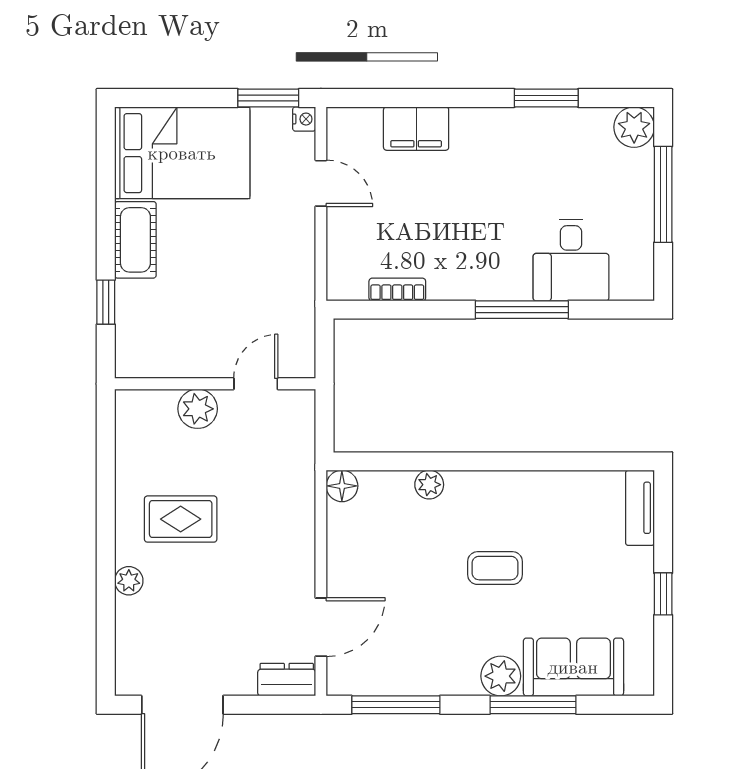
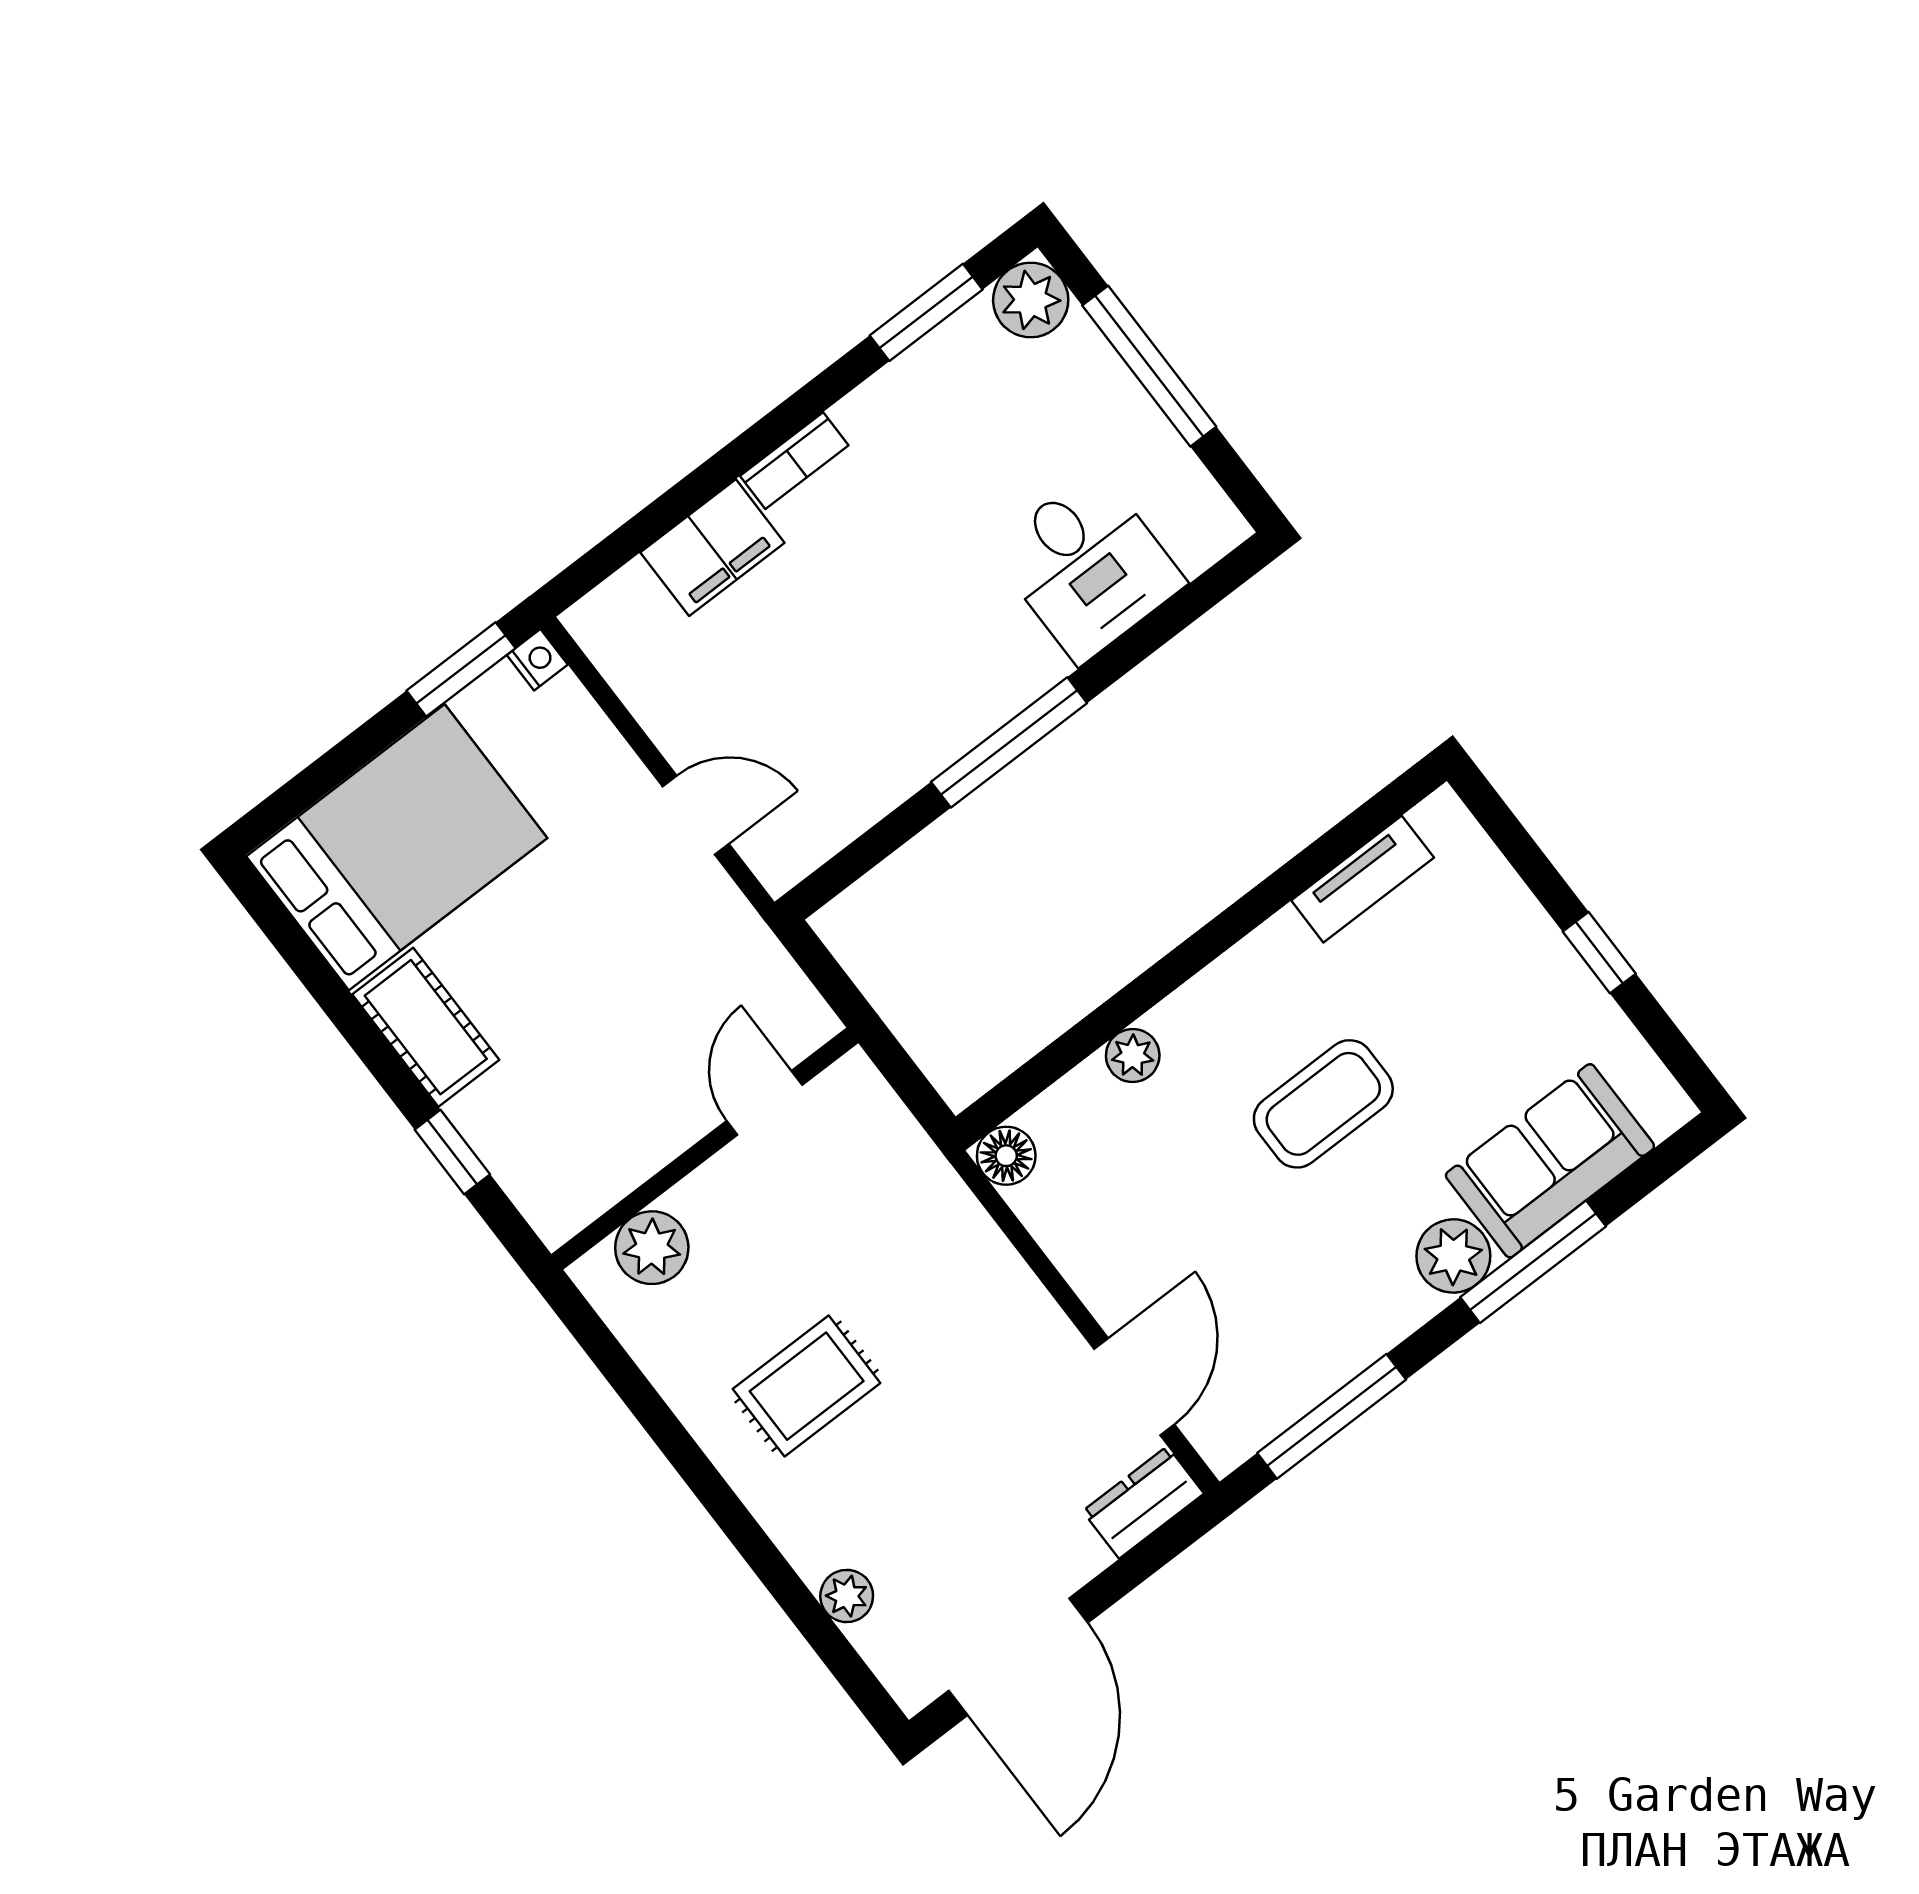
window: (546, 98) -> (926, 312), moved
door: (321, 183) -> (696, 815), moved
bookcase: (397, 290) -> (794, 461), moved, turned 180
window: (522, 310) -> (1009, 742), moved
plant: (198, 409) -> (652, 1248), moved
tv unit: (640, 508) -> (1363, 879), moved, turned -90
coffee table: (495, 568) -> (1323, 1104), width x1.36, depth x1.30
plant: (129, 581) -> (847, 1596), moved

